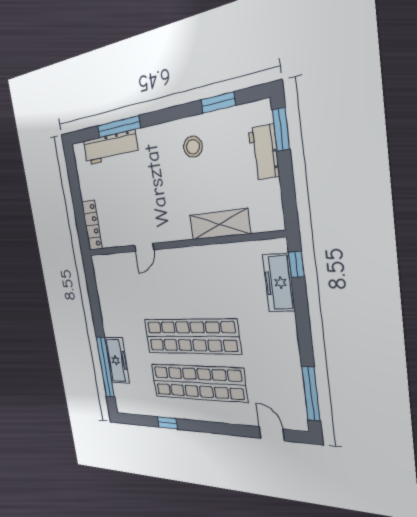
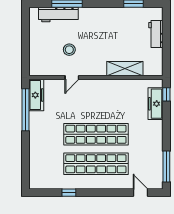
window: (281, 129) -> (166, 24), removed
stool: (193, 147) -> (69, 50), moved
locker: (92, 225) -> (34, 60), removed
freezer: (117, 360) -> (36, 95), moved
window: (106, 367) -> (26, 110), moved

